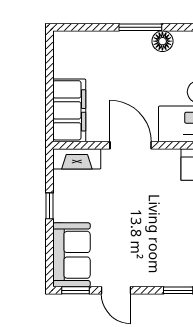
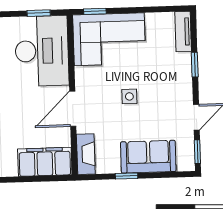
side table: (143, 212) -> (129, 96), added
sofa: (71, 255) -> (148, 157), moved

